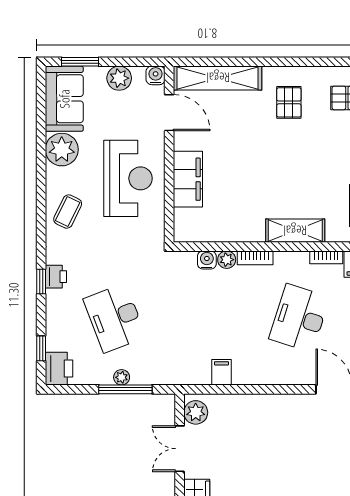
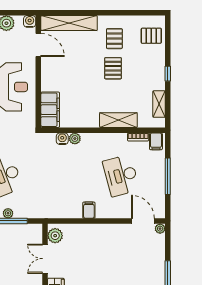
pallet: (287, 149) -> (113, 68), added
filing cabinet: (188, 179) -> (50, 110), moved
bookcase: (255, 258) -> (93, 137), removed
desk: (299, 318) -> (121, 176), turned -33
filing cabinet: (222, 372) -> (89, 210), moved

